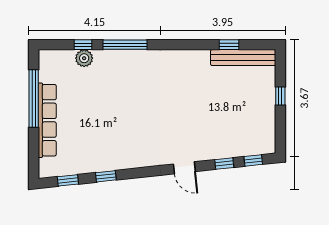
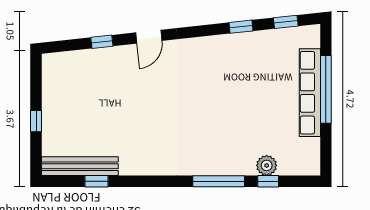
window: (34, 98) -> (326, 89), moved
window: (253, 160) -> (68, 45), removed
door: (184, 168) -> (149, 37), swing flipped

